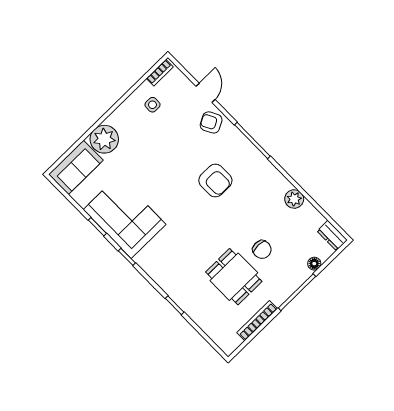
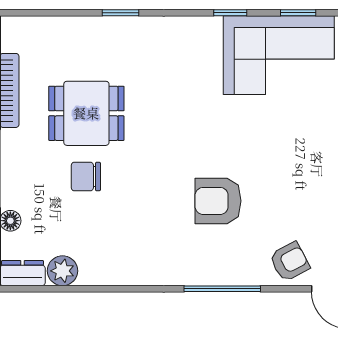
plant: (294, 199) -> (62, 271), moved

